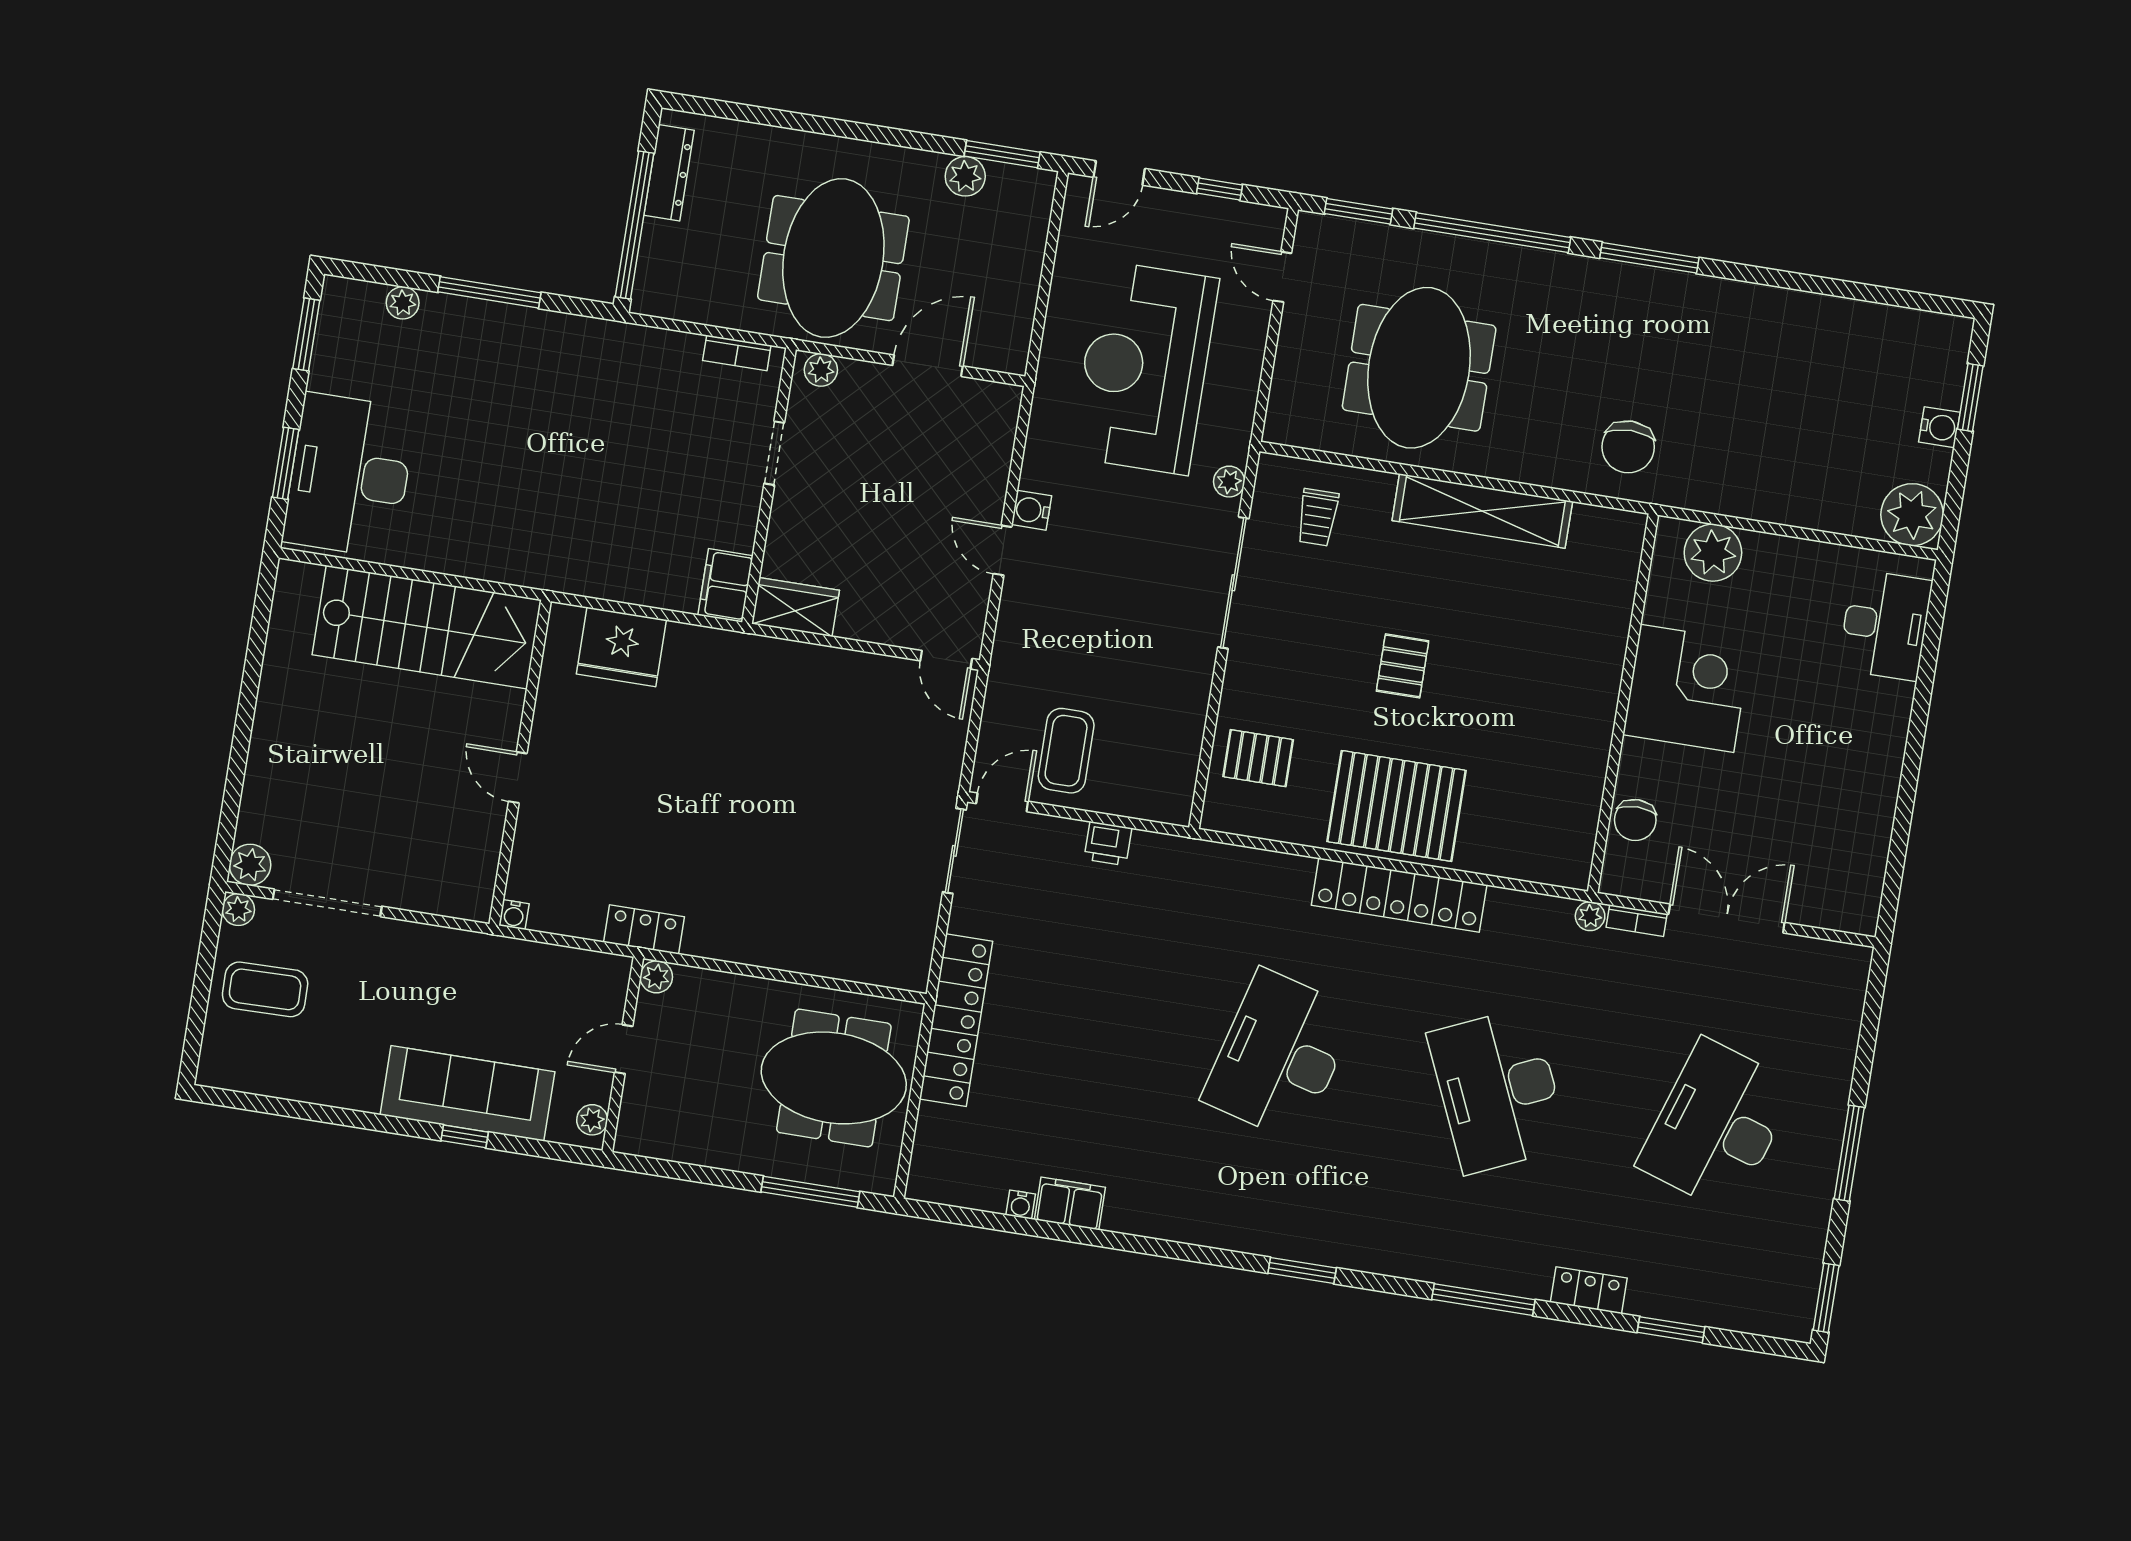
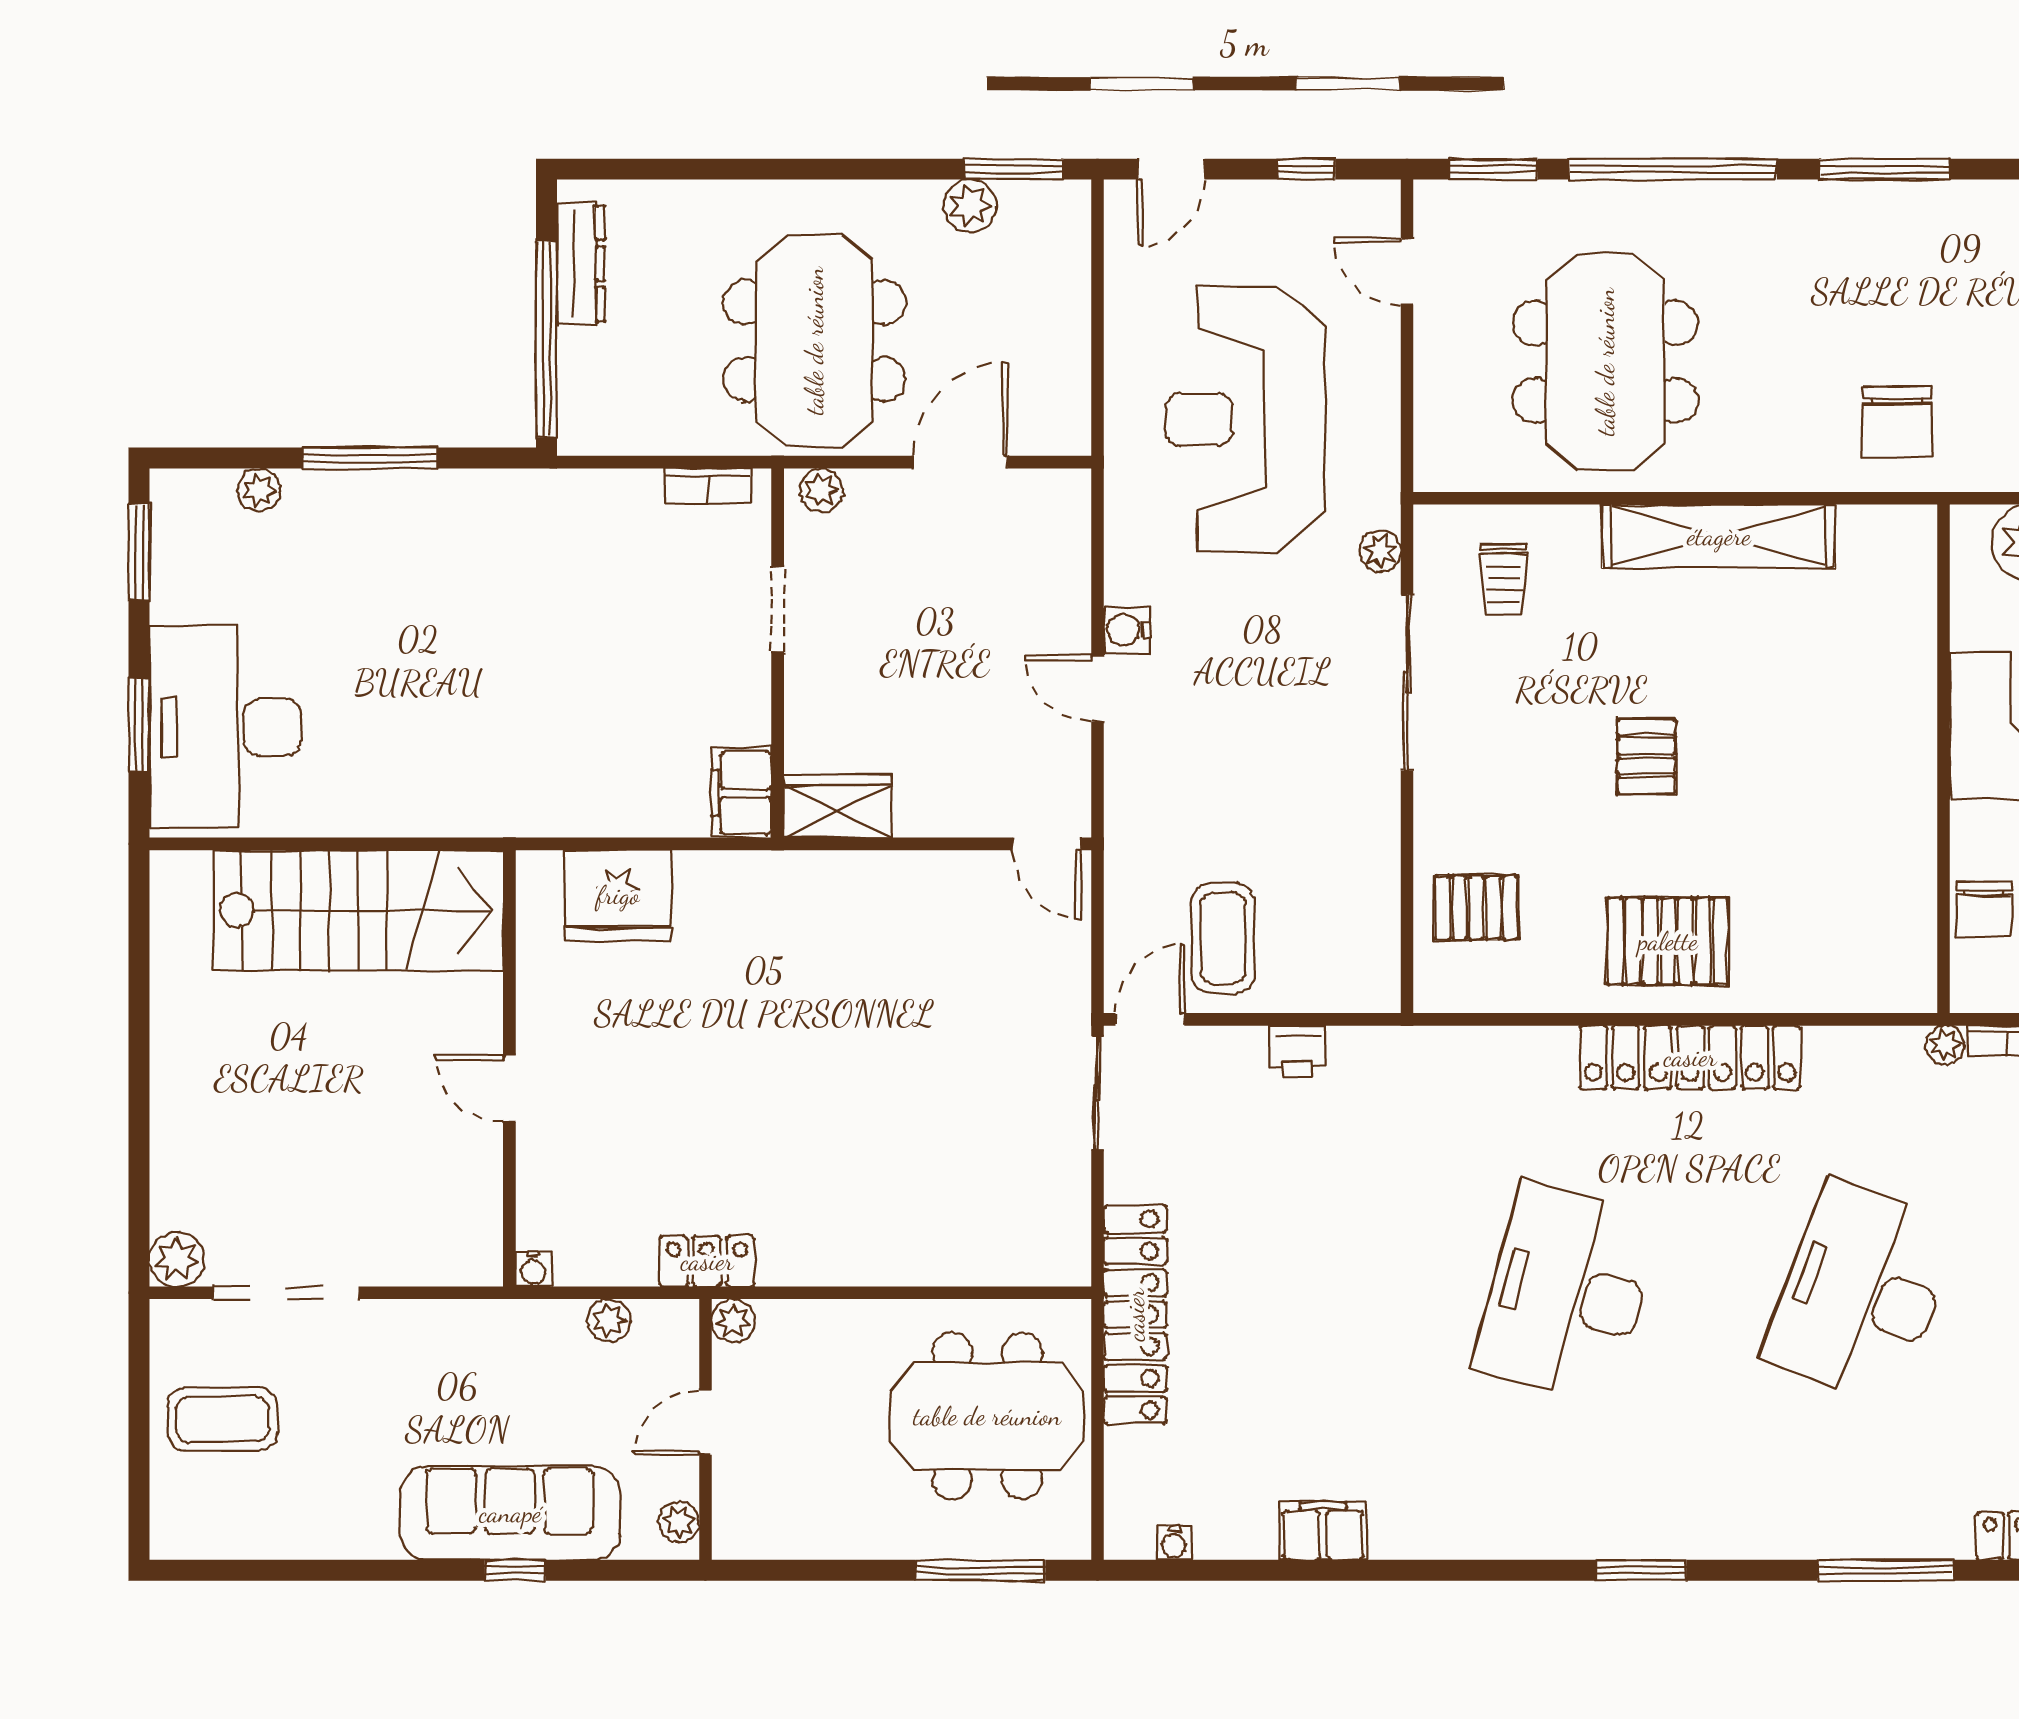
pallet: (1397, 806) -> (1668, 941), width x0.73, depth x0.71
plant: (238, 910) -> (609, 1320), moved
desk: (1498, 1090) -> (1861, 1293), turned 45
water cooler: (1021, 1205) -> (1174, 1543), moved

